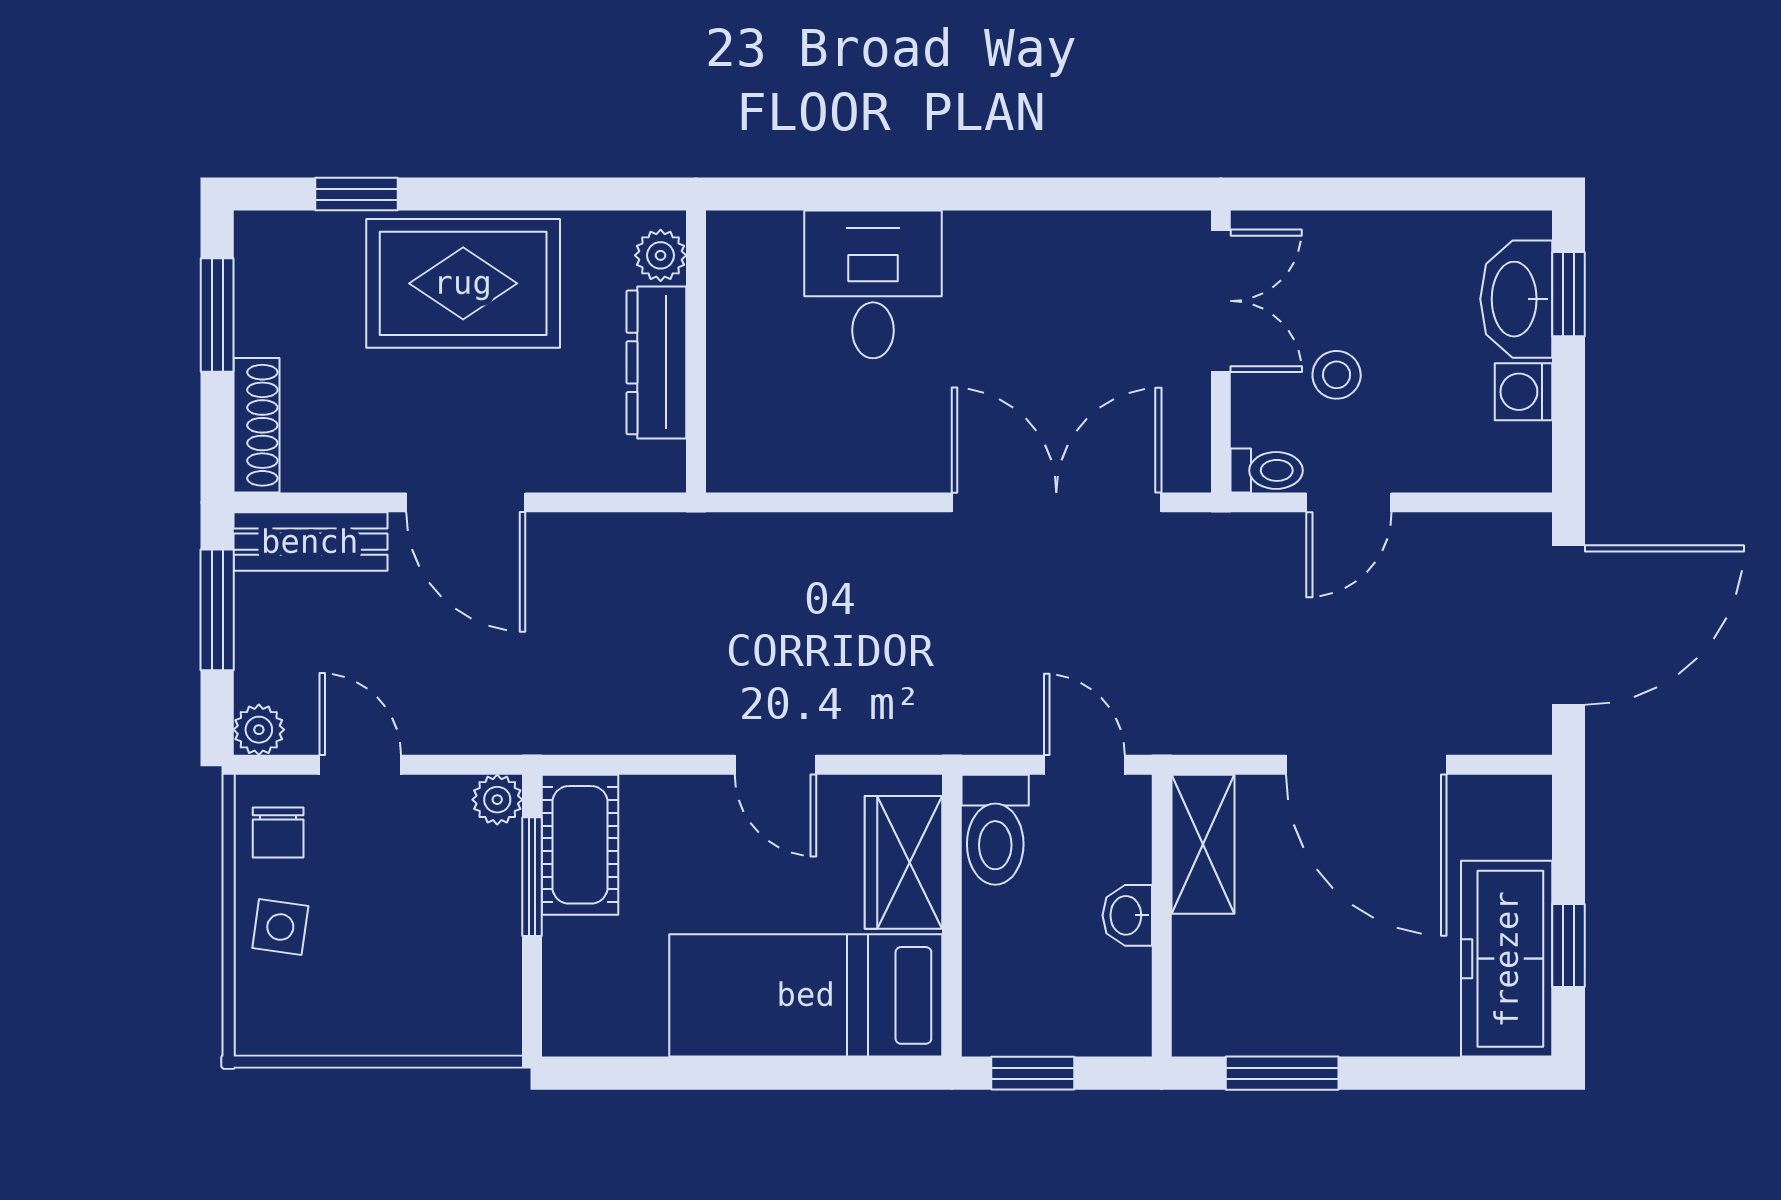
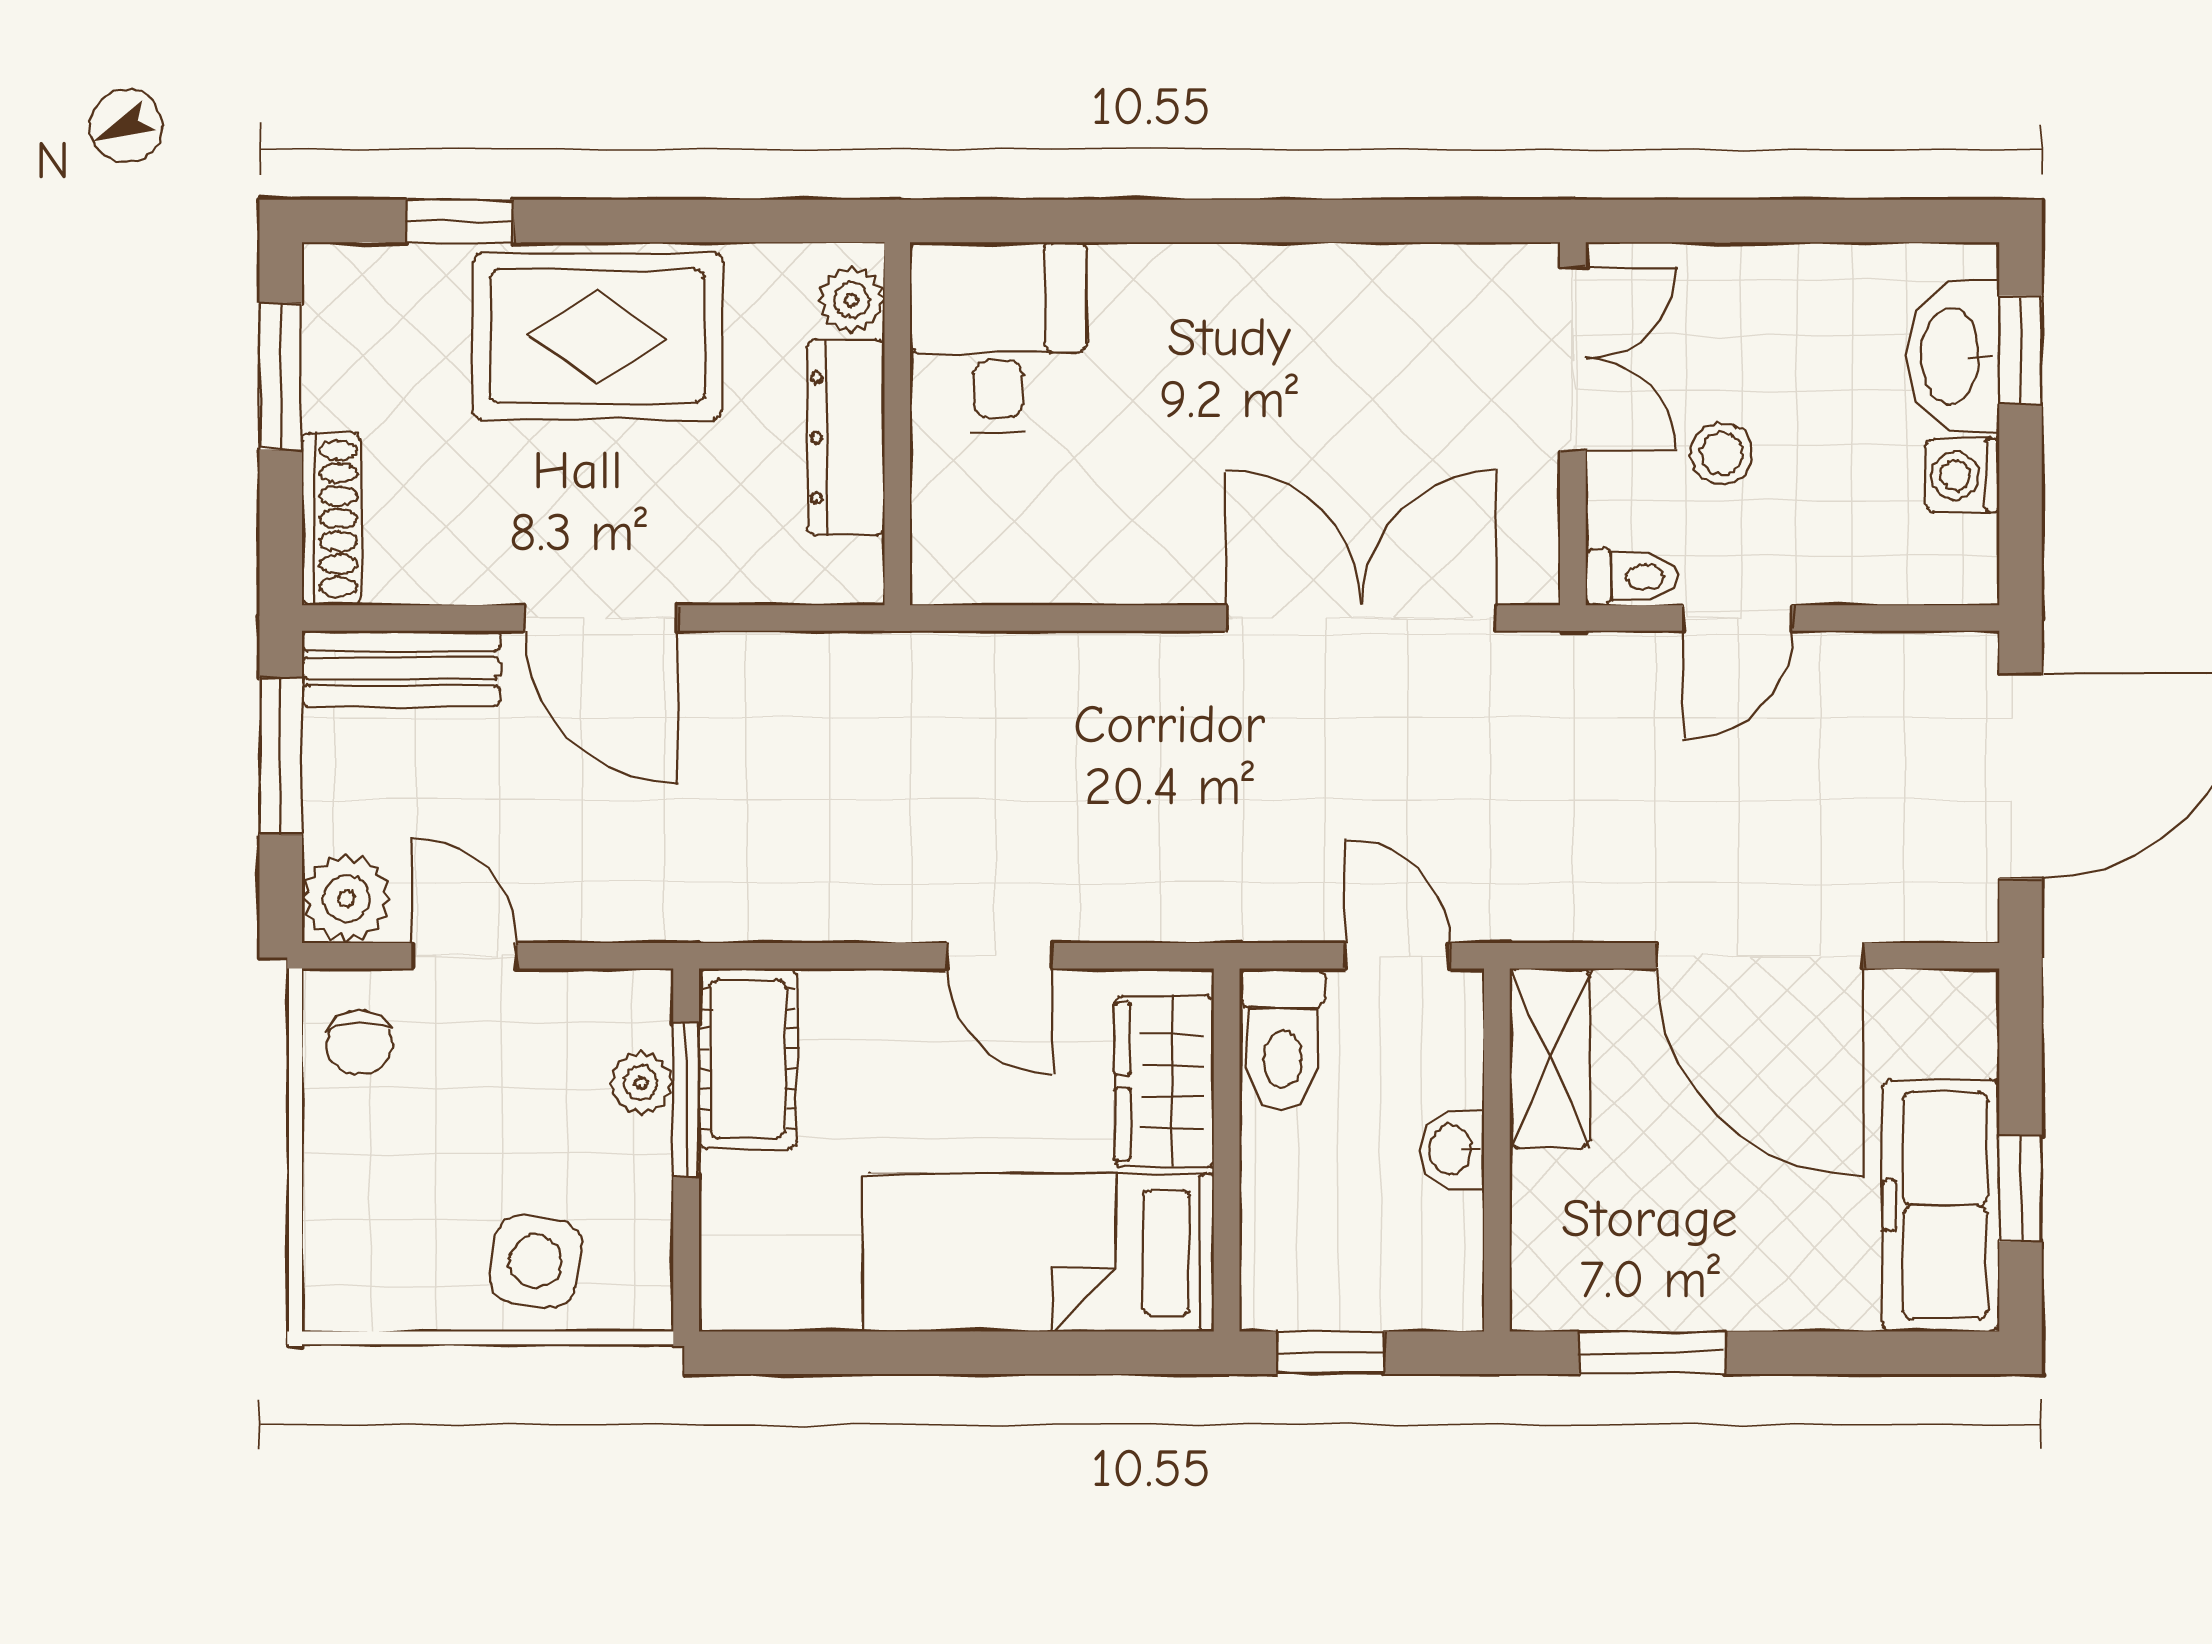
desk: (873, 284) -> (998, 337), moved
plant: (259, 730) -> (347, 898), width x1.38, depth x1.38
plant: (497, 800) -> (641, 1083), moved
side table: (280, 927) -> (536, 1261), moved, width x1.37, depth x1.37

